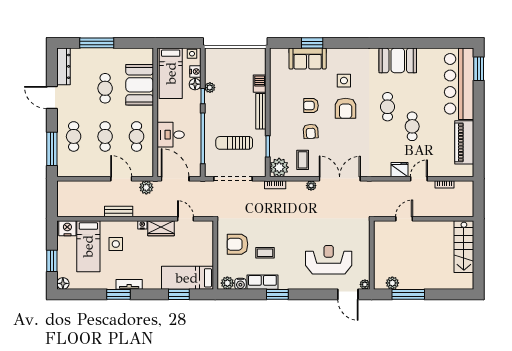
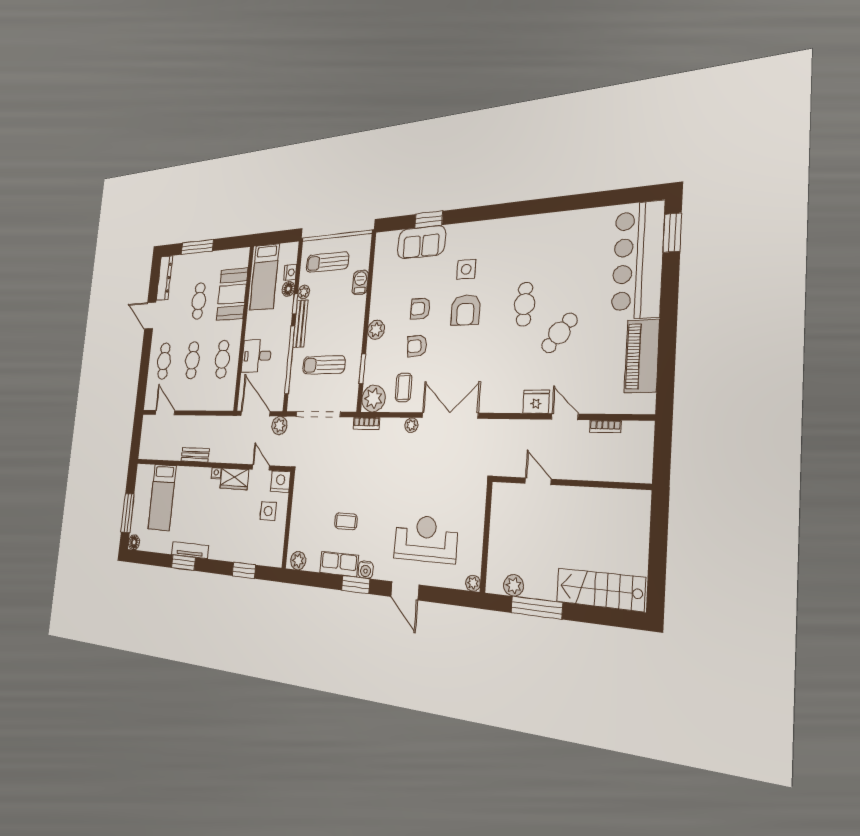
side table: (192, 54) -> (289, 250), removed
booth: (398, 60) -> (544, 232), removed
sun lounger: (229, 66) -> (327, 262), added
bench: (261, 111) -> (300, 324), moved
plant: (276, 119) -> (376, 330), added
cafe table: (412, 126) -> (559, 333), turned 39
armchair: (311, 131) -> (417, 346), turned 90
window: (52, 149) -> (143, 377), removed
door: (121, 179) -> (165, 413), moved
door: (419, 179) -> (565, 417), hinge flipped
plant: (146, 187) -> (279, 426), moved
door: (404, 219) -> (538, 481), hinge flipped
nightstand: (67, 228) -> (280, 481), moved
side table: (116, 244) -> (268, 511), moved
armchair: (237, 244) -> (315, 506), removed
stairs: (464, 247) -> (600, 590), moved, turned 90
window: (52, 261) -> (128, 513), width x1.44
bed: (187, 278) -> (255, 548), removed
tv unit: (129, 284) -> (190, 550), width x1.41
water cooler: (240, 284) -> (366, 570), moved
door: (348, 294) -> (405, 591), moved

